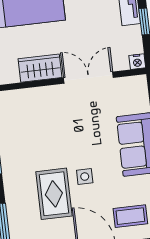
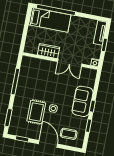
double door: (88, 78) -> (70, 63), swing flipped

